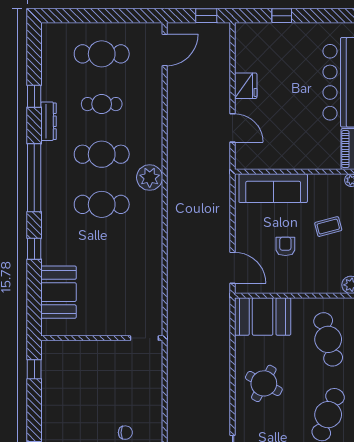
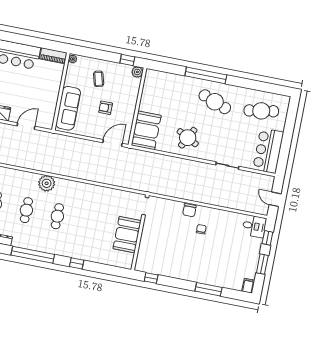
cafe table: (102, 154) -> (26, 210), width x0.73, depth x0.74
cafe table: (102, 204) -> (57, 216), width x0.73, depth x0.74
booth: (58, 292) -> (127, 235), moved, turned 90
cafe table: (328, 339) -> (168, 93), removed
chair: (151, 408) -> (189, 210), added

